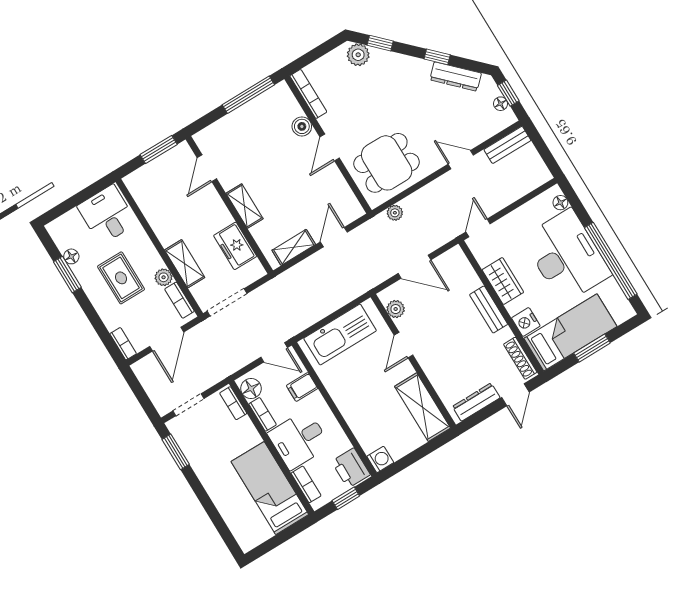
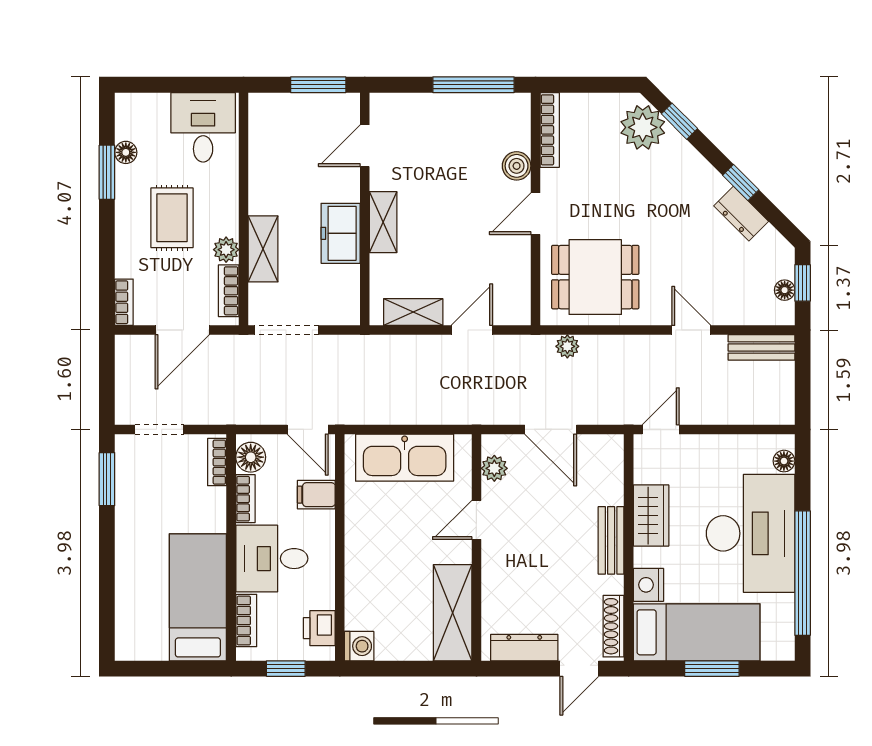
plant: (358, 55) -> (643, 127), width x1.36, depth x1.36
dresser: (456, 77) -> (741, 214), width x0.70
freezer: (235, 246) -> (341, 233), moved
printer: (351, 468) -> (319, 628), width x0.73, depth x0.81

